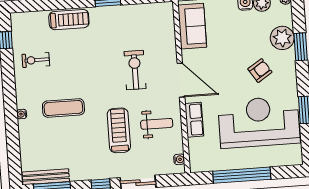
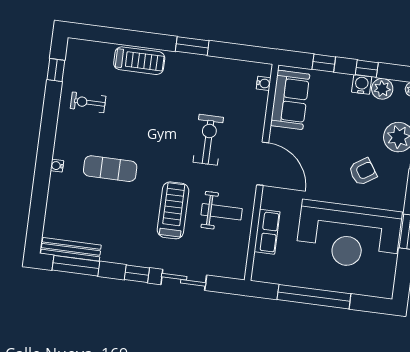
row of seats: (194, 120) -> (267, 232), moved
reception desk: (259, 122) -> (349, 235), turned 180
water cooler: (179, 159) -> (264, 83), moved

